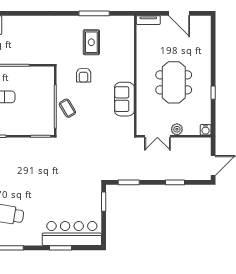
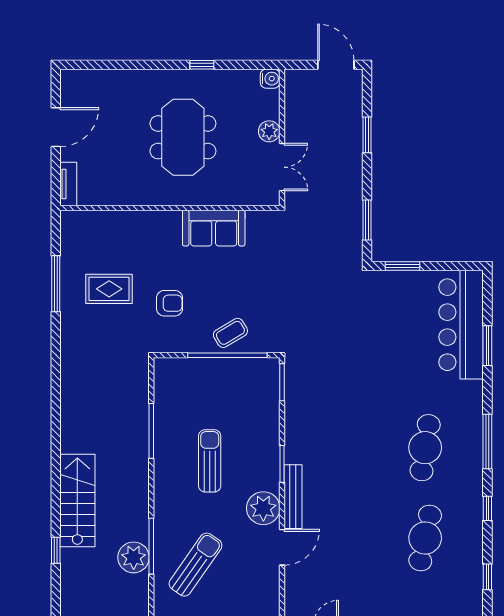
meeting table: (174, 82) -> (183, 137), turned 90

